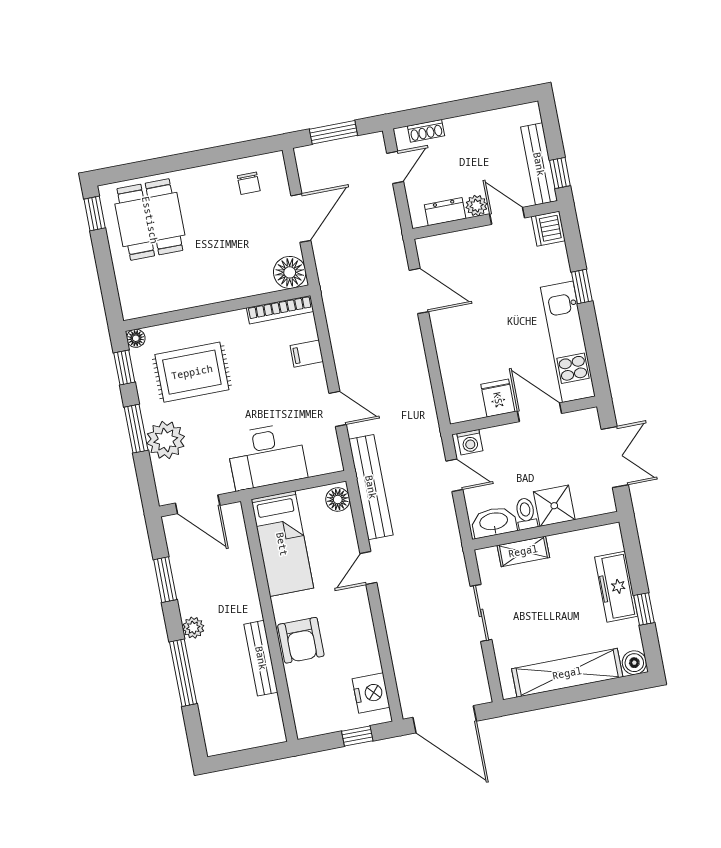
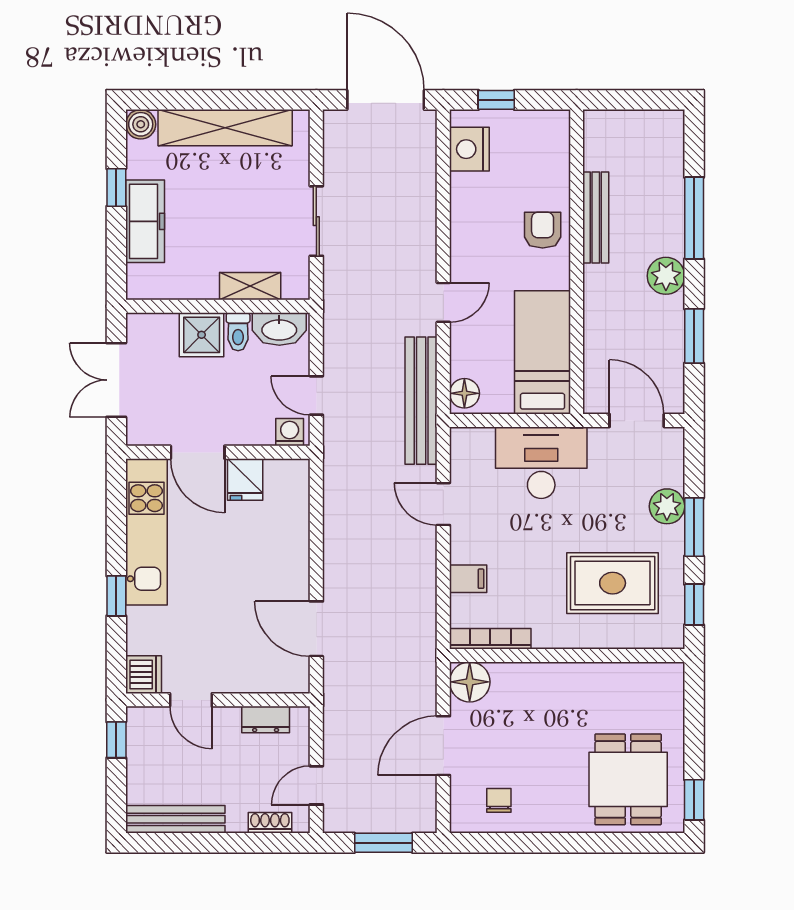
bench: (539, 164) -> (175, 819), moved, turned 90
plant: (477, 206) -> (226, 720), removed
floor lamp: (136, 338) -> (673, 638), removed
plant: (166, 440) -> (667, 506), width x0.73, depth x0.73
plant: (193, 628) -> (666, 276), width x1.38, depth x1.38
armchair: (301, 640) -> (543, 230), width x0.72, depth x0.72

